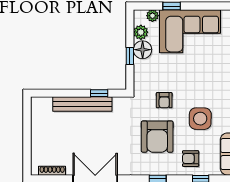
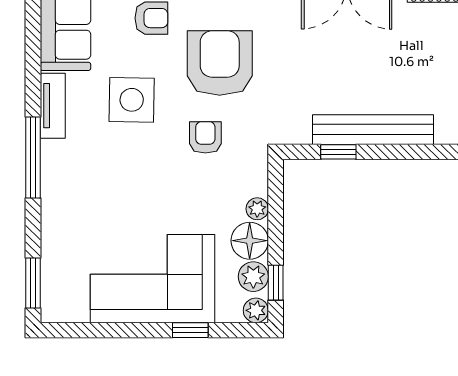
plant: (152, 16) -> (256, 310), moved
window: (130, 56) -> (276, 283), moved
plant: (139, 65) -> (257, 209), added

